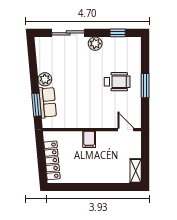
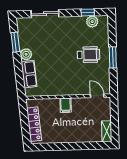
plant: (95, 44) -> (92, 22), moved
window: (37, 105) -> (15, 42), moved

